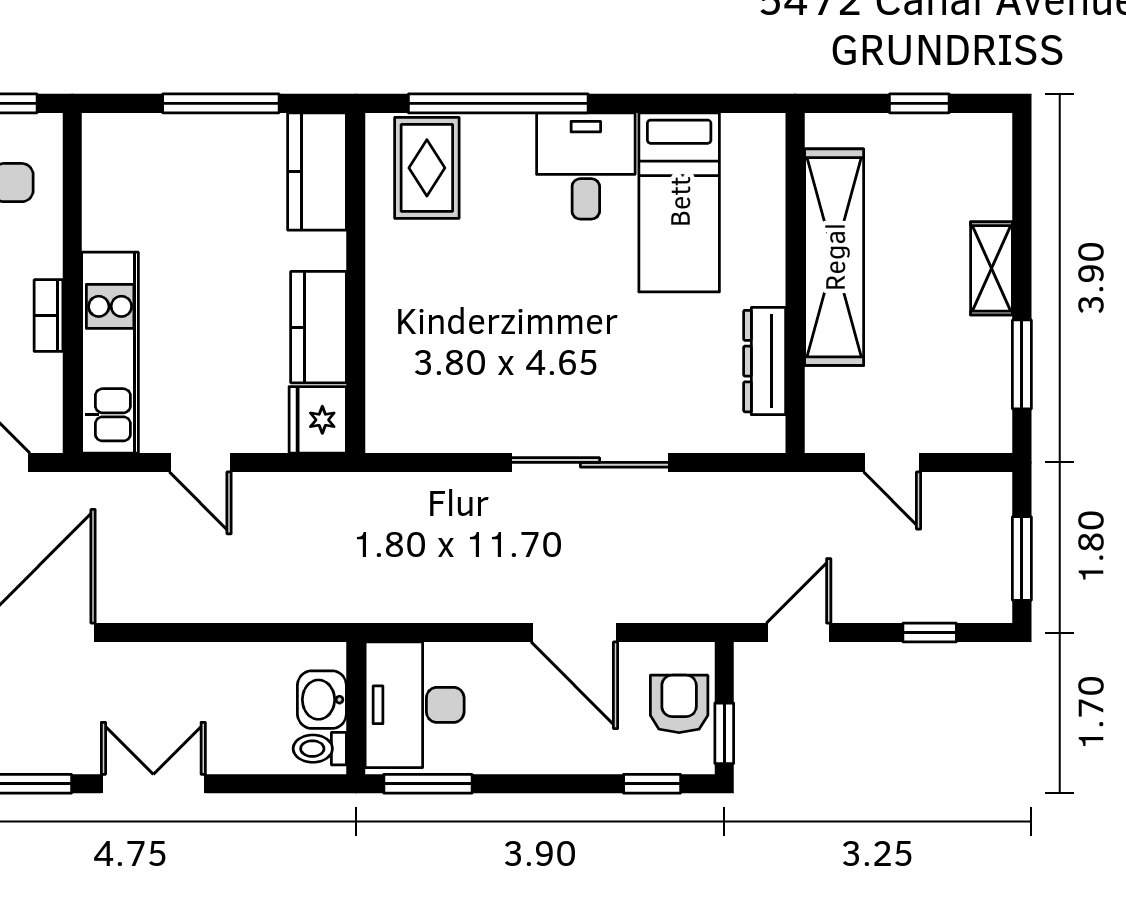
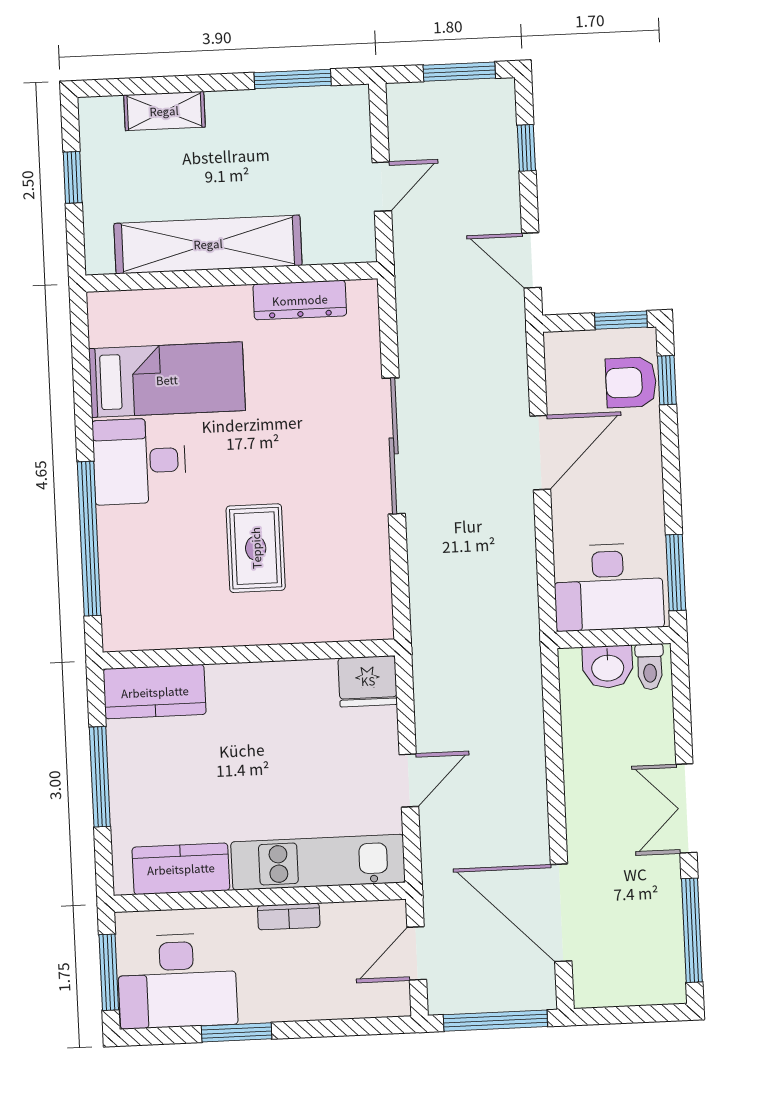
rug: (427, 168) -> (256, 548), moved, turned 90
shelving: (991, 268) -> (164, 111), moved
kitchen counter: (318, 327) -> (181, 869), moved, turned 180
armchair: (679, 704) -> (631, 382), moved

